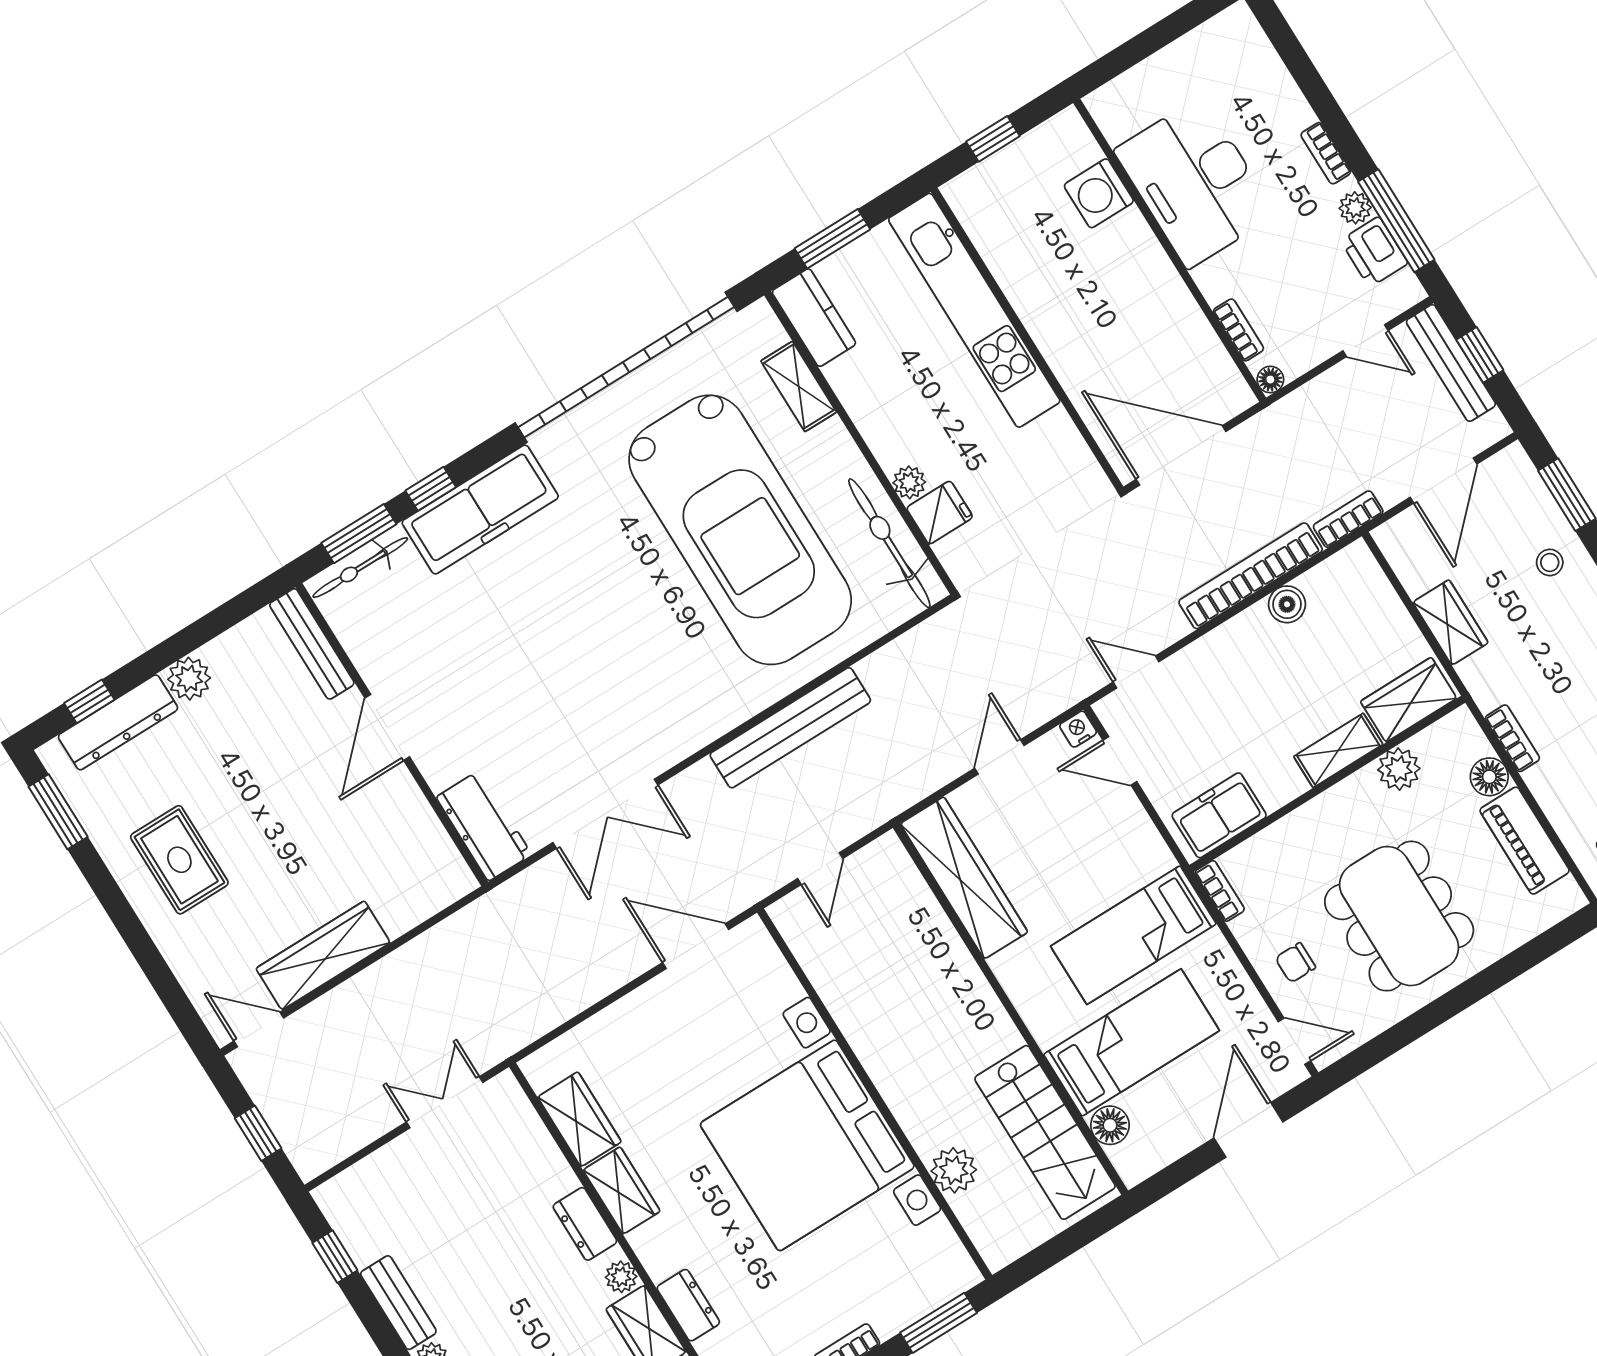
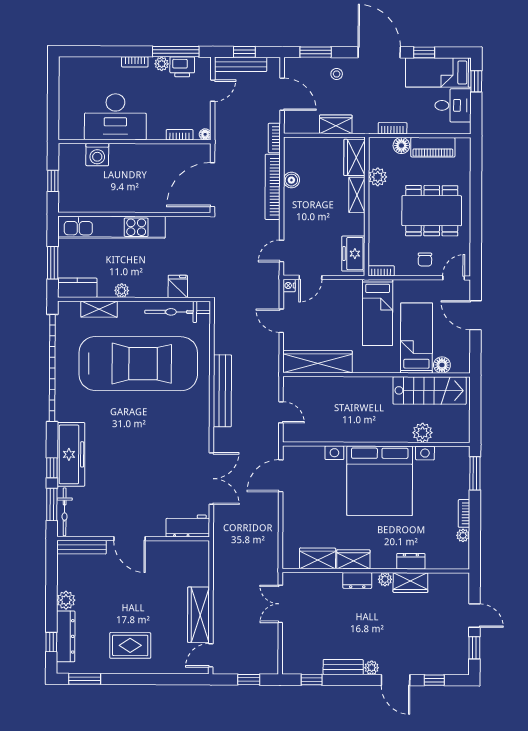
plant: (909, 482) -> (122, 291), moved

